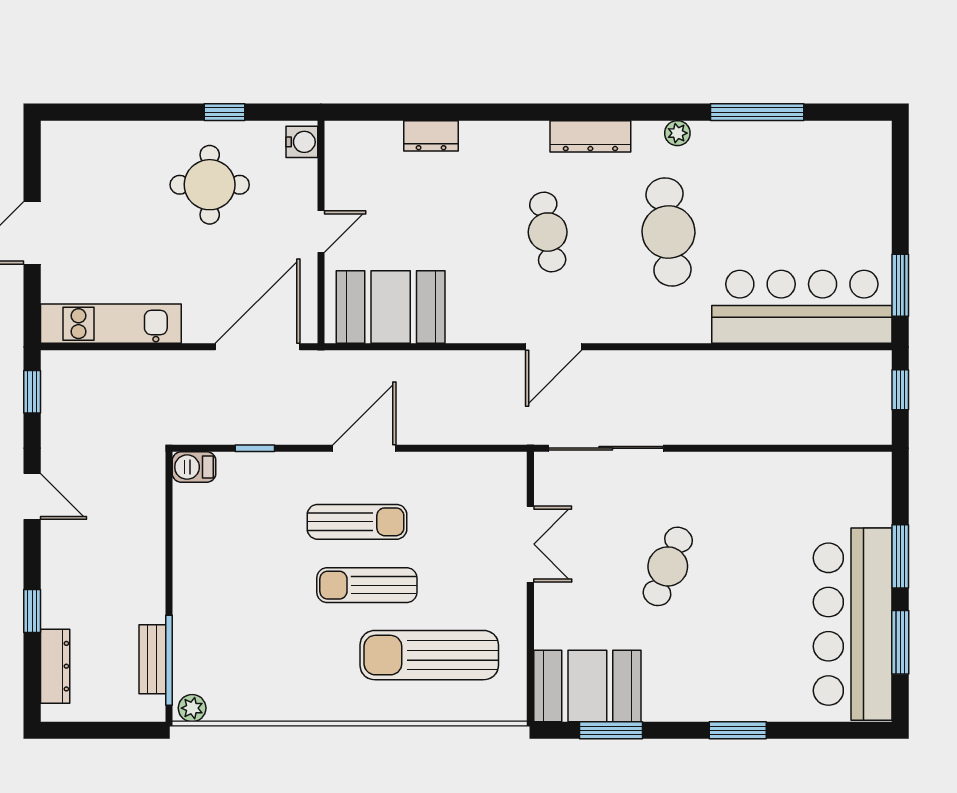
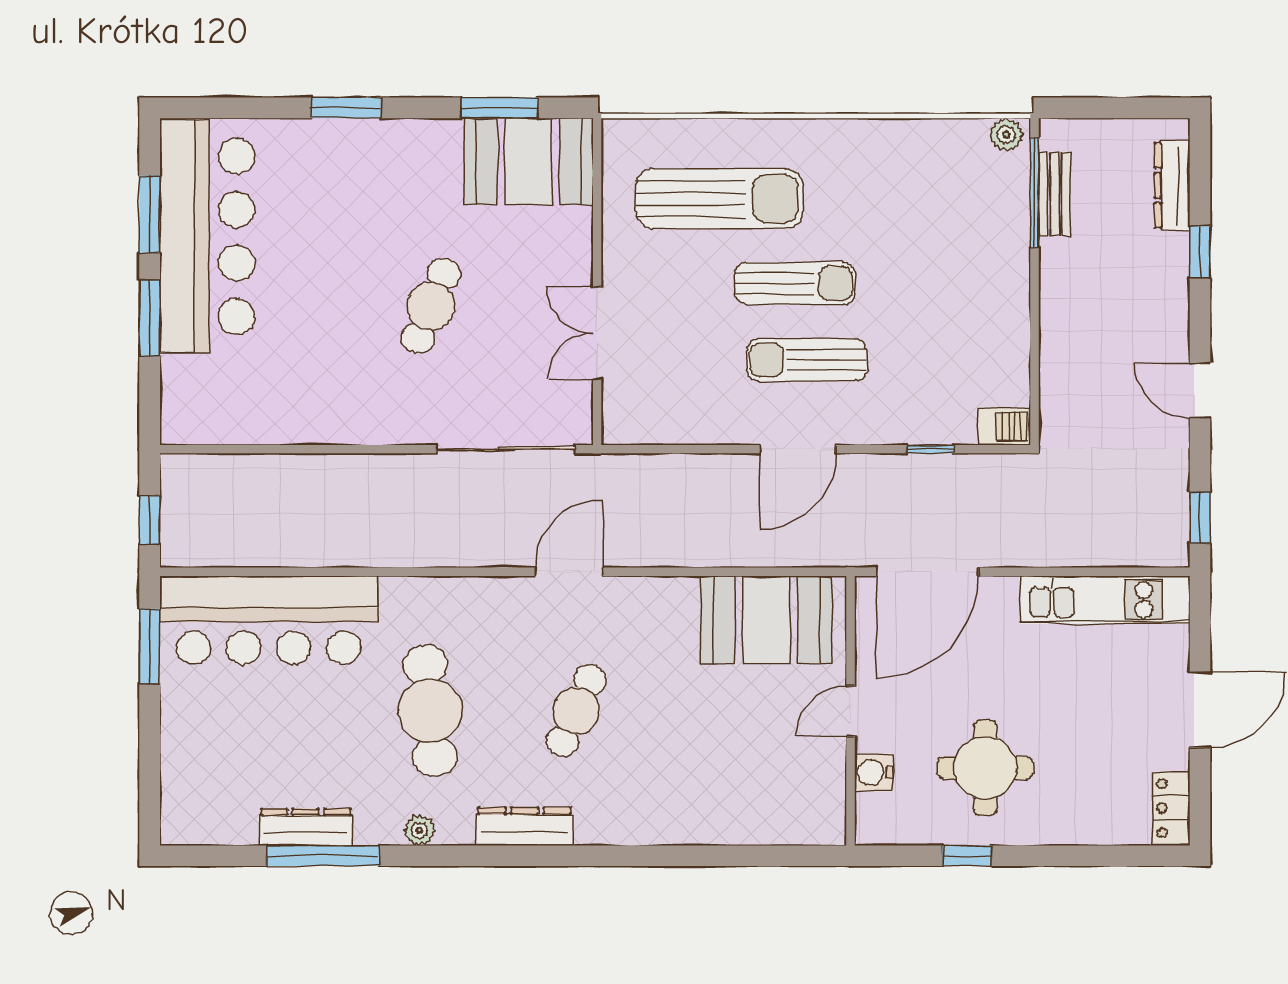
dresser: (431, 136) -> (306, 827), moved, width x1.44
water cooler: (302, 142) -> (874, 772), moved
locker: (56, 151) -> (1171, 808), added
cafe table: (548, 232) -> (576, 711), turned 33

